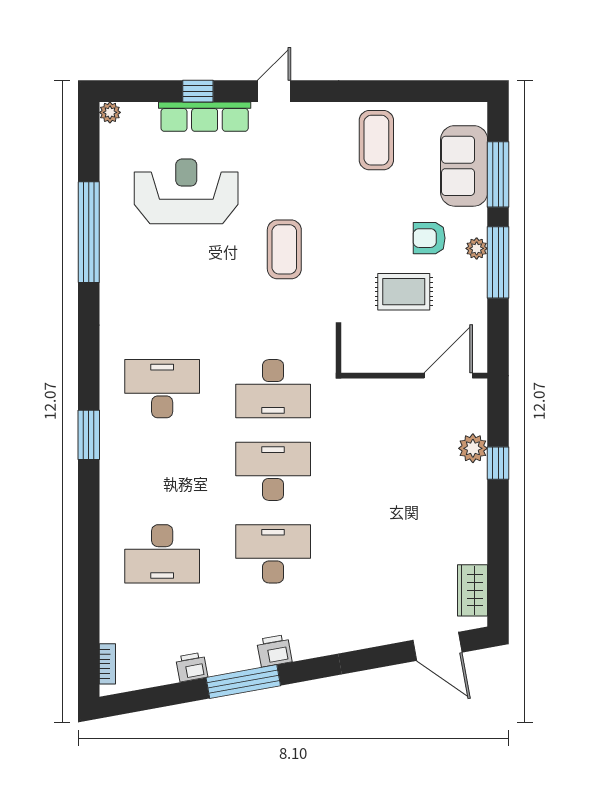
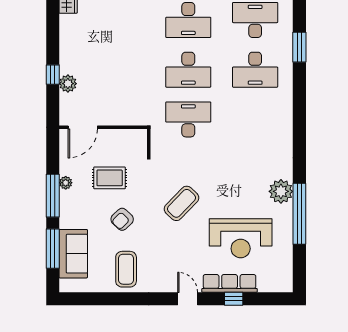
door: (274, 91) -> (188, 299), swing flipped
plant: (110, 112) -> (281, 191), moved, width x1.88, depth x1.88
armchair: (429, 238) -> (122, 219), moved, turned 135
plant: (477, 248) -> (66, 183), moved
coffee table: (284, 249) -> (182, 203), turned 44
desk: (162, 389) -> (255, 70), moved
window: (89, 435) -> (299, 47), moved

